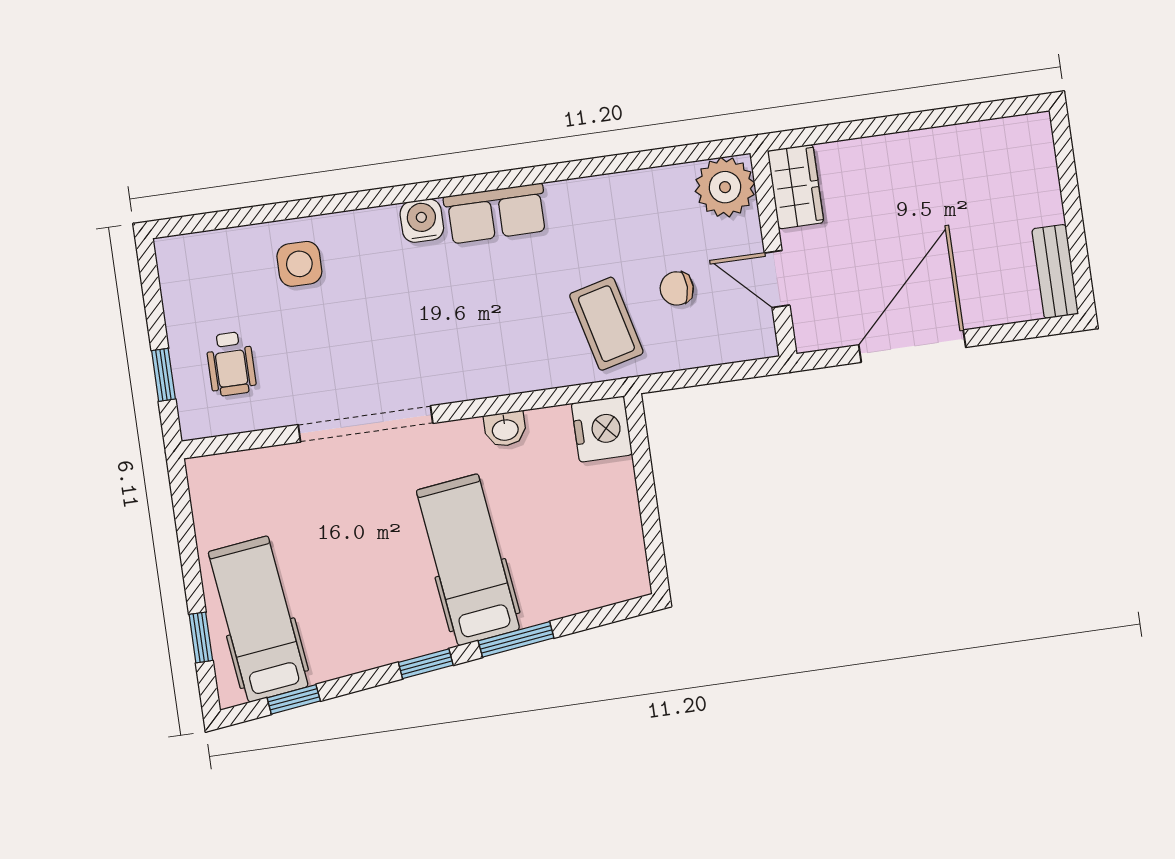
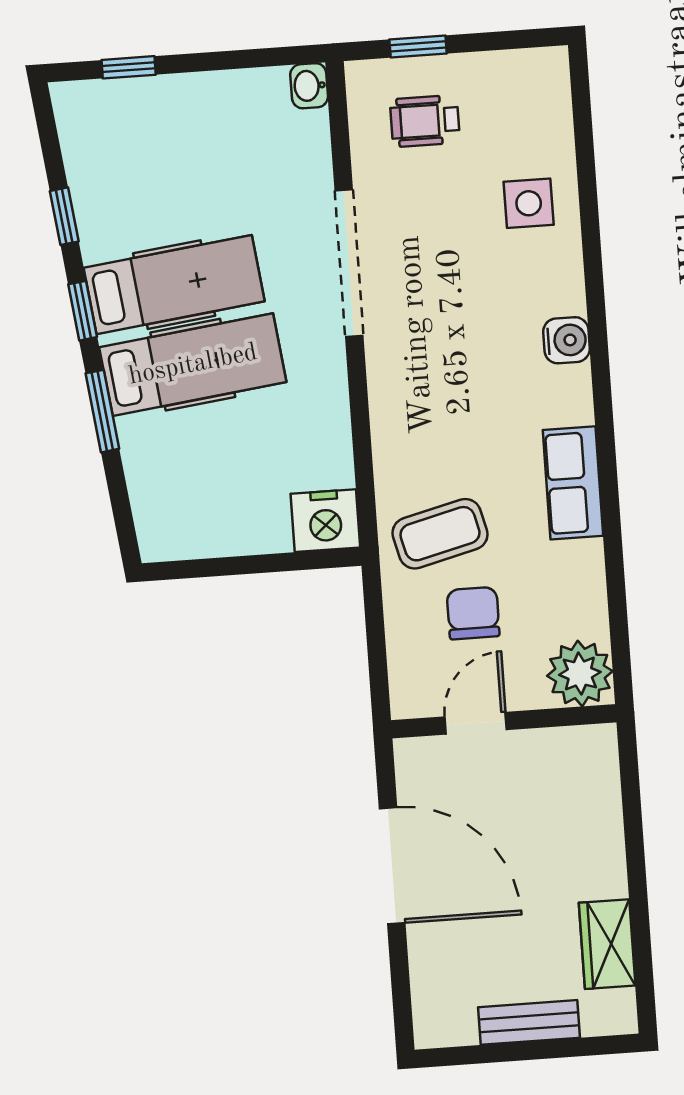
wardrobe: (796, 187) -> (607, 944), moved, turned 90
row of seats: (496, 214) -> (573, 483), moved
bench: (1055, 271) -> (529, 1022), moved
chair: (677, 288) -> (473, 613), width x1.37, depth x1.37
washbasin: (505, 429) -> (309, 86), moved
hospital bed: (258, 619) -> (174, 285), moved
window: (294, 699) -> (64, 216), moved

